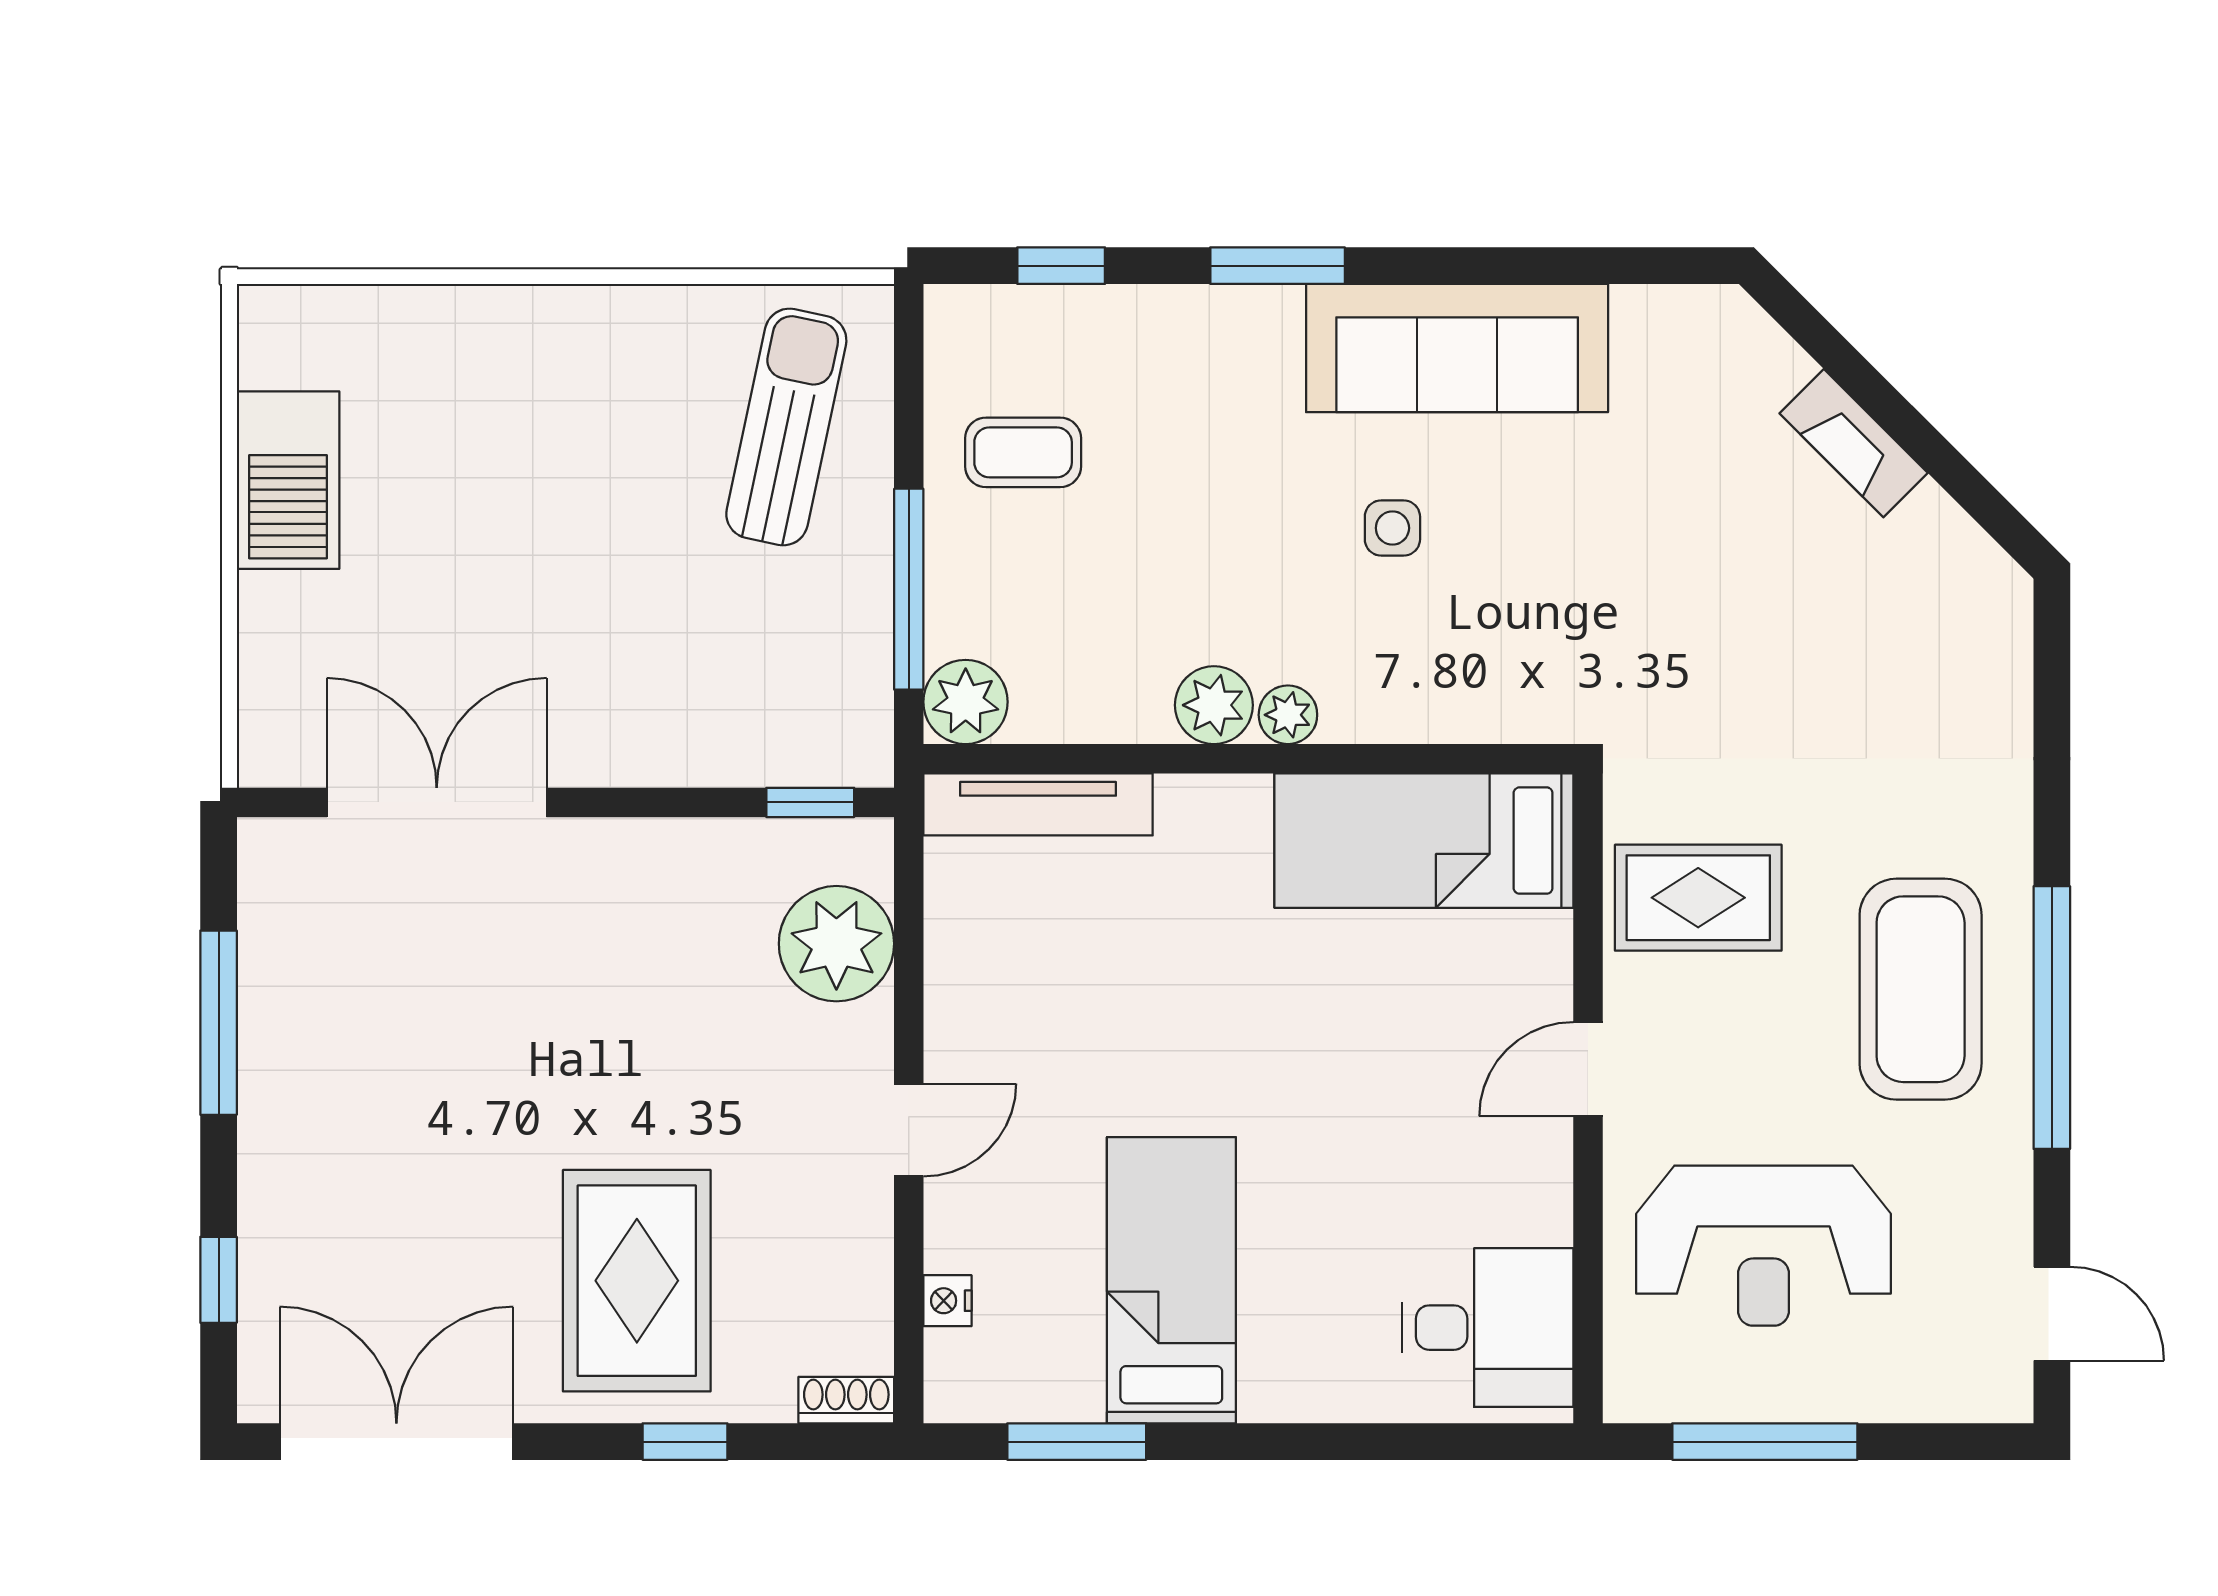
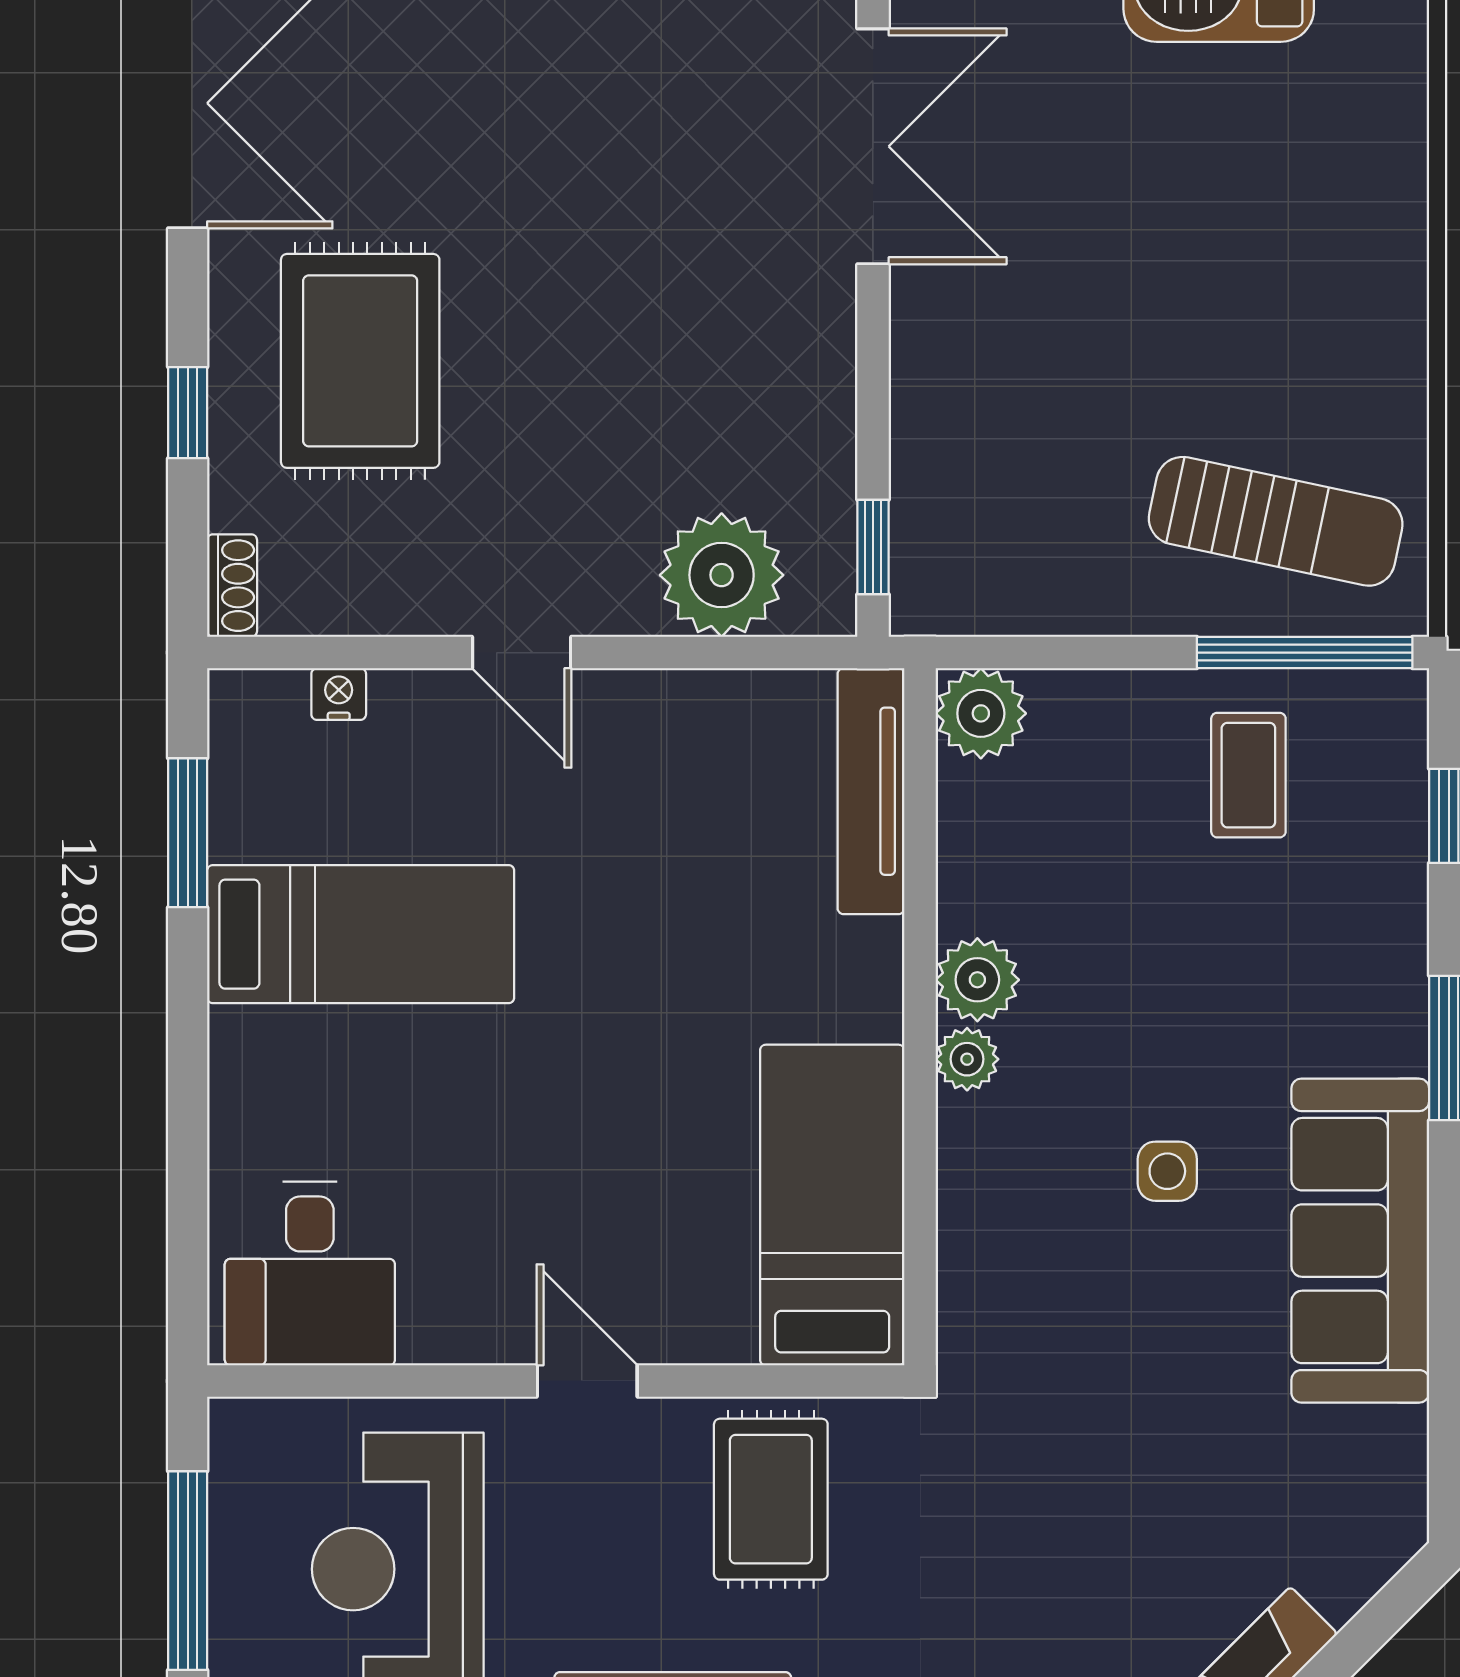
window: (909, 589) -> (1305, 653), moved
rug: (637, 1281) -> (360, 361), turned 90

